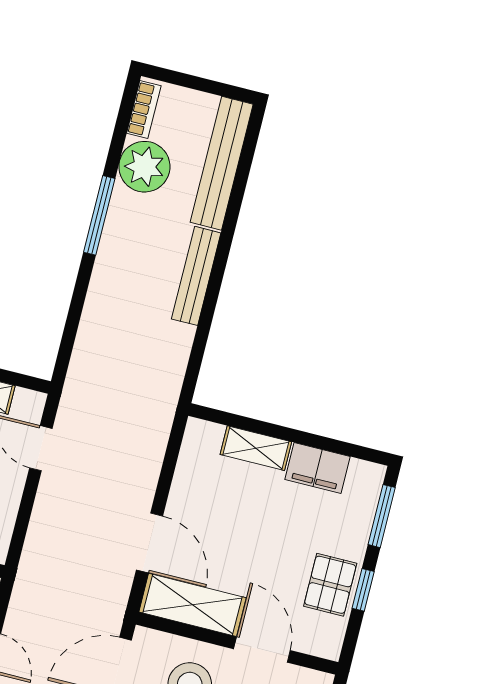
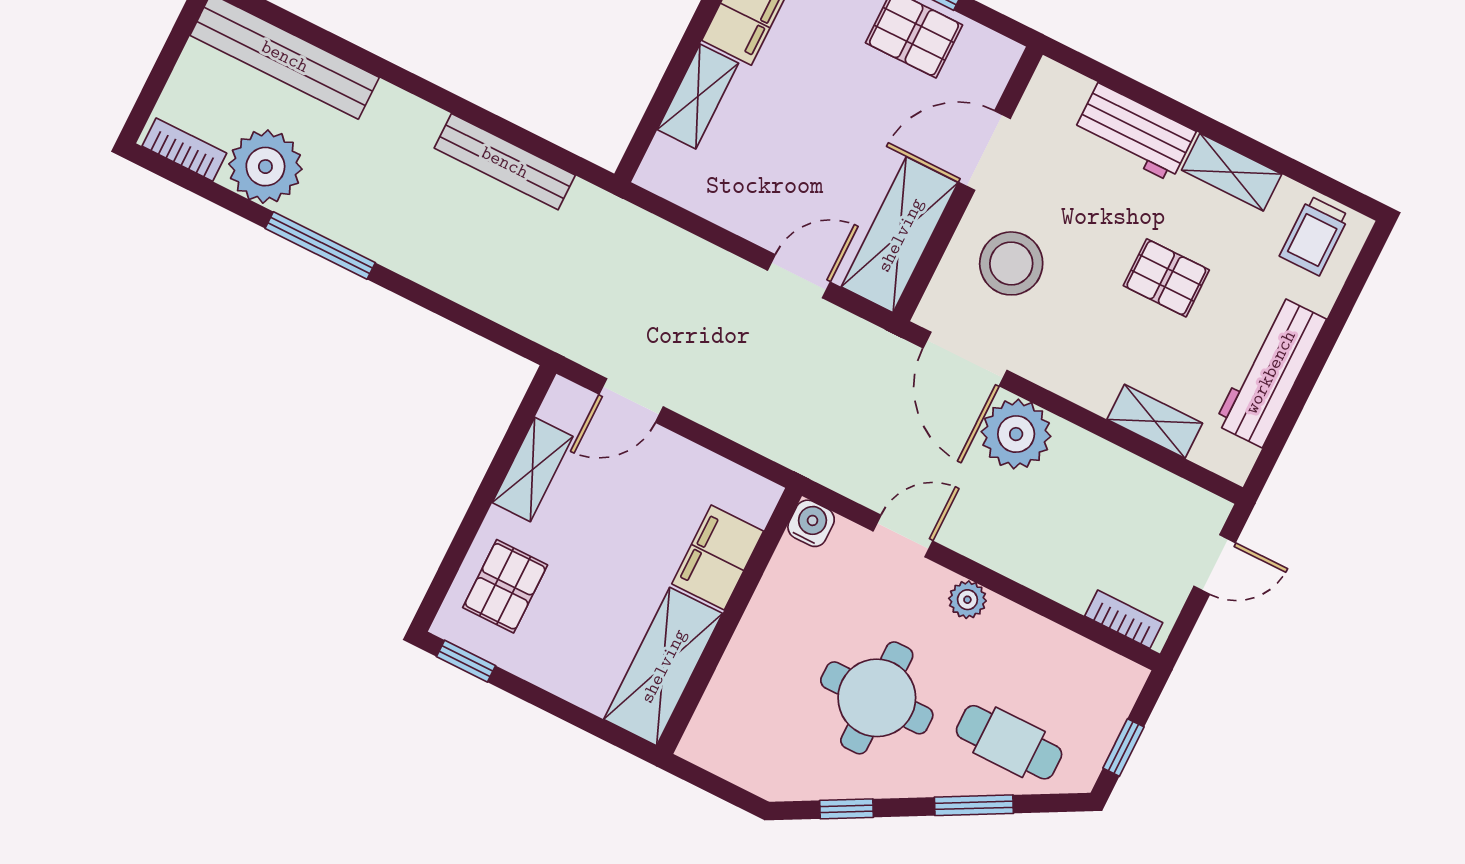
bench: (196, 276) -> (505, 162), moved
door: (150, 543) -> (799, 276), width x0.73

